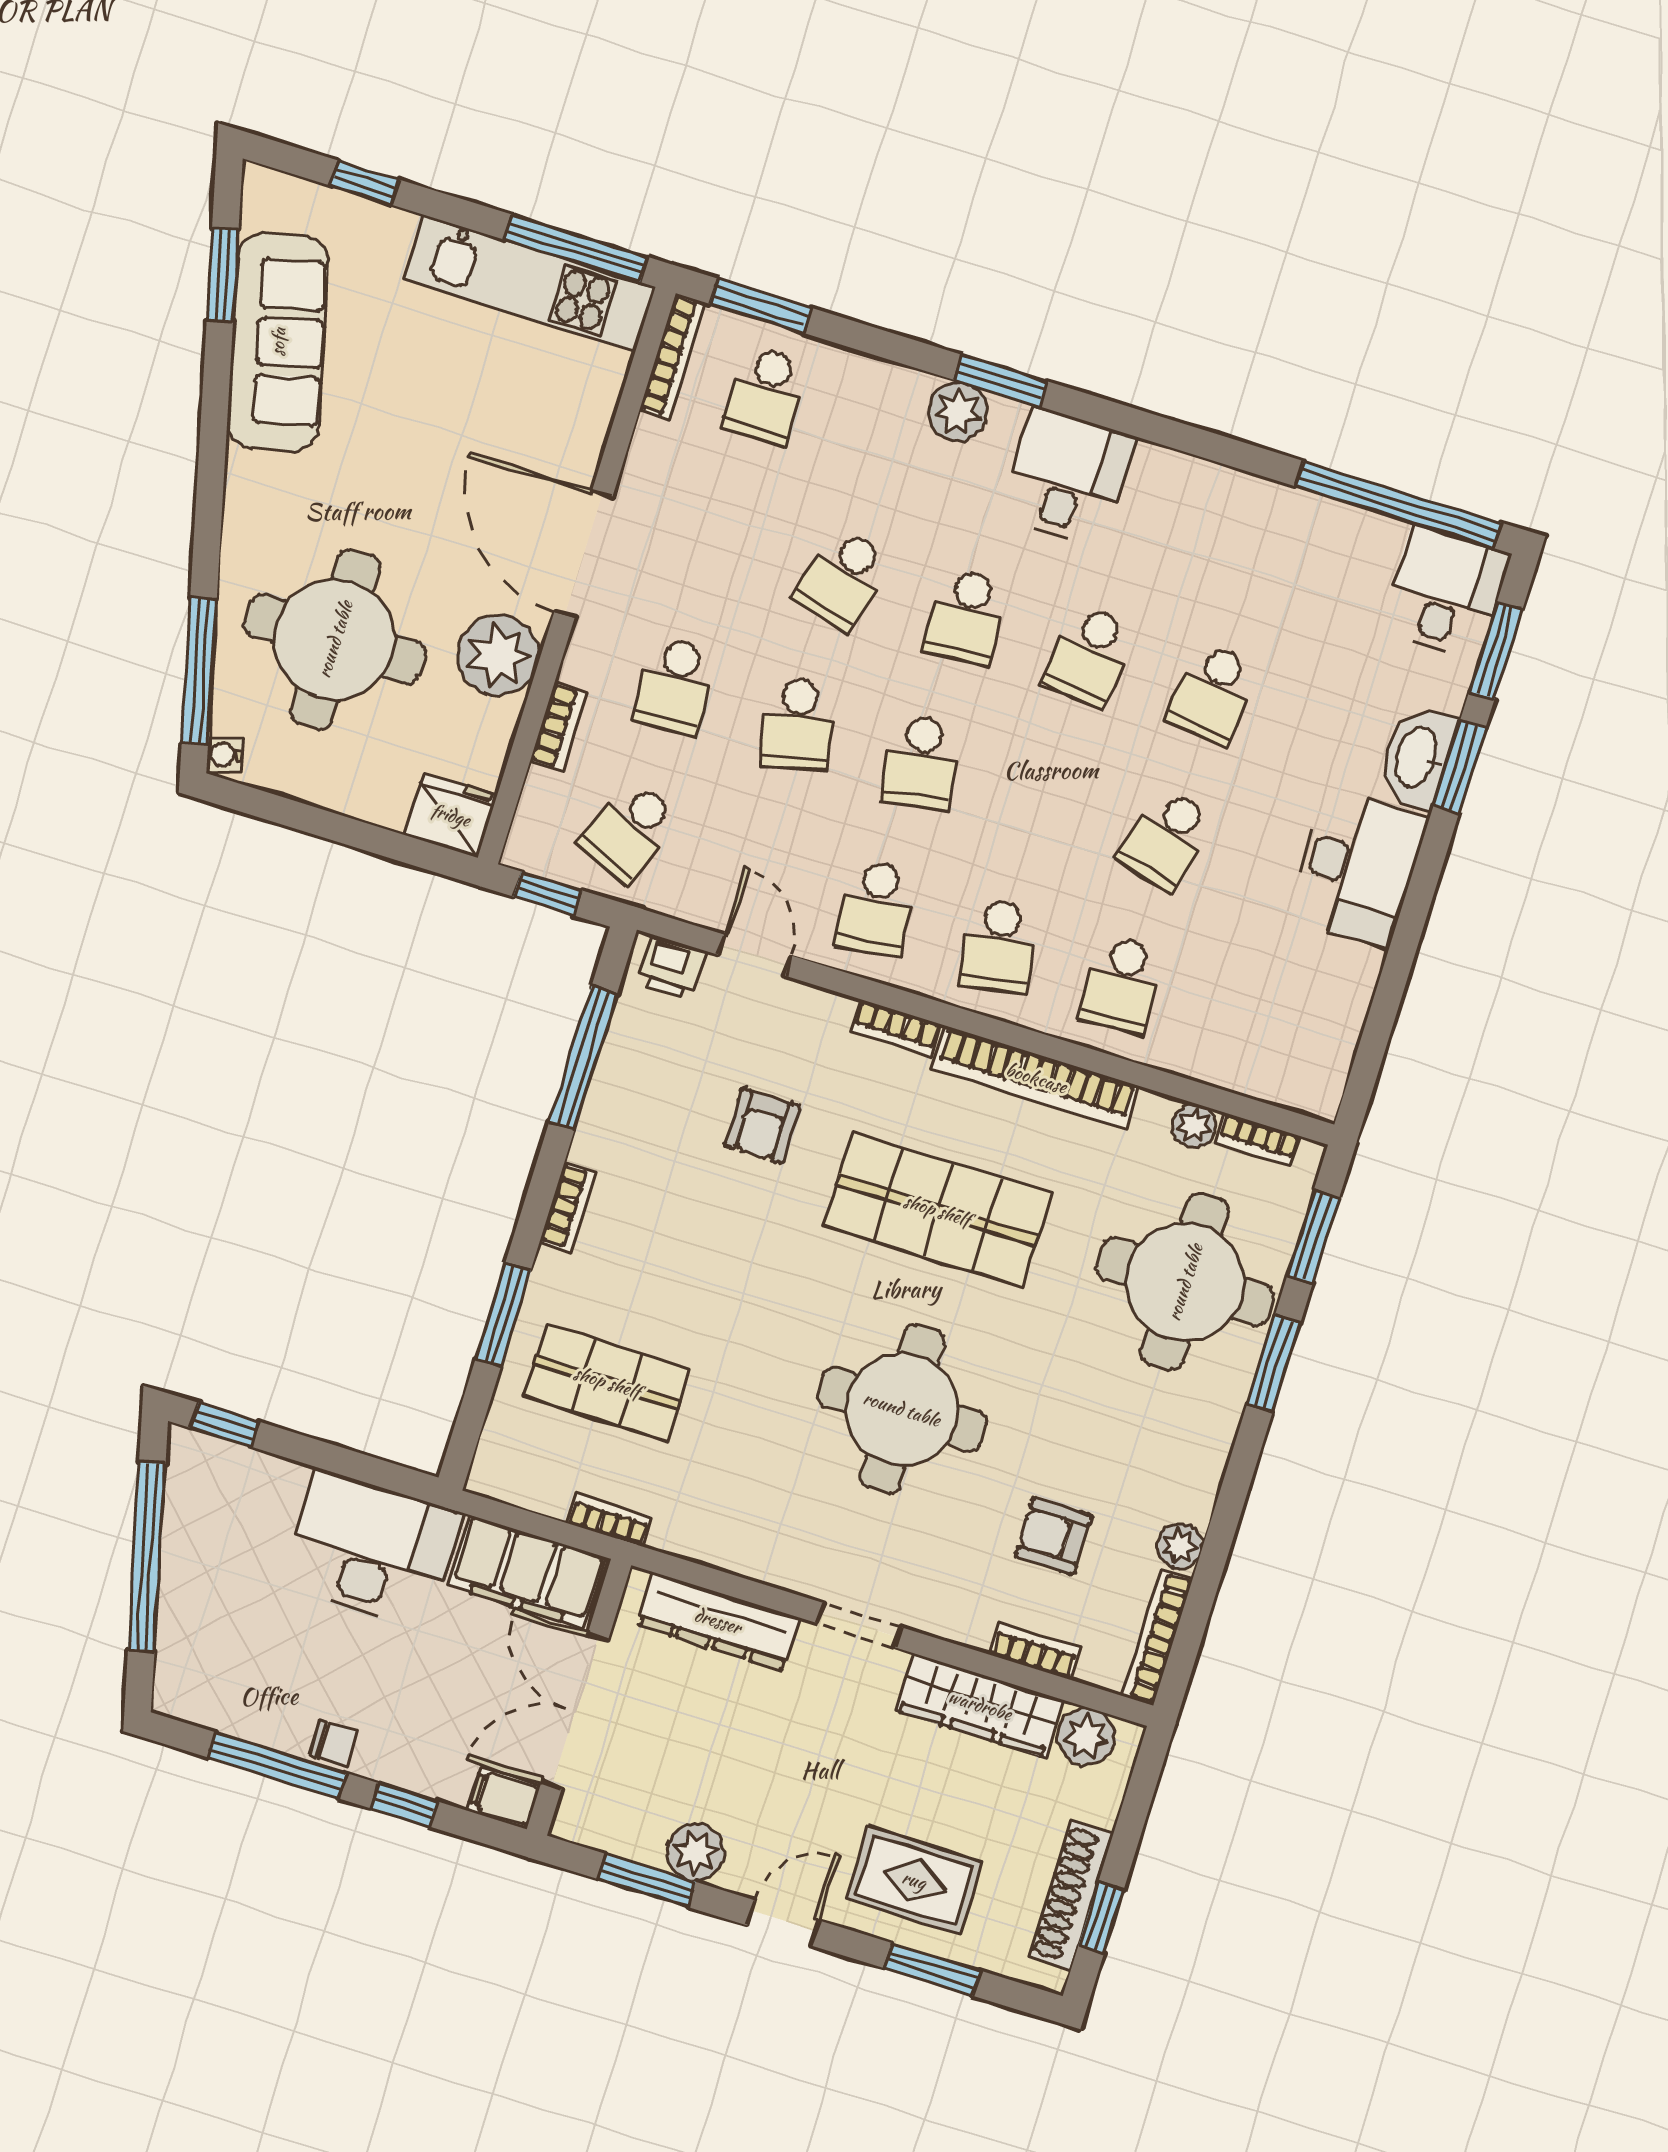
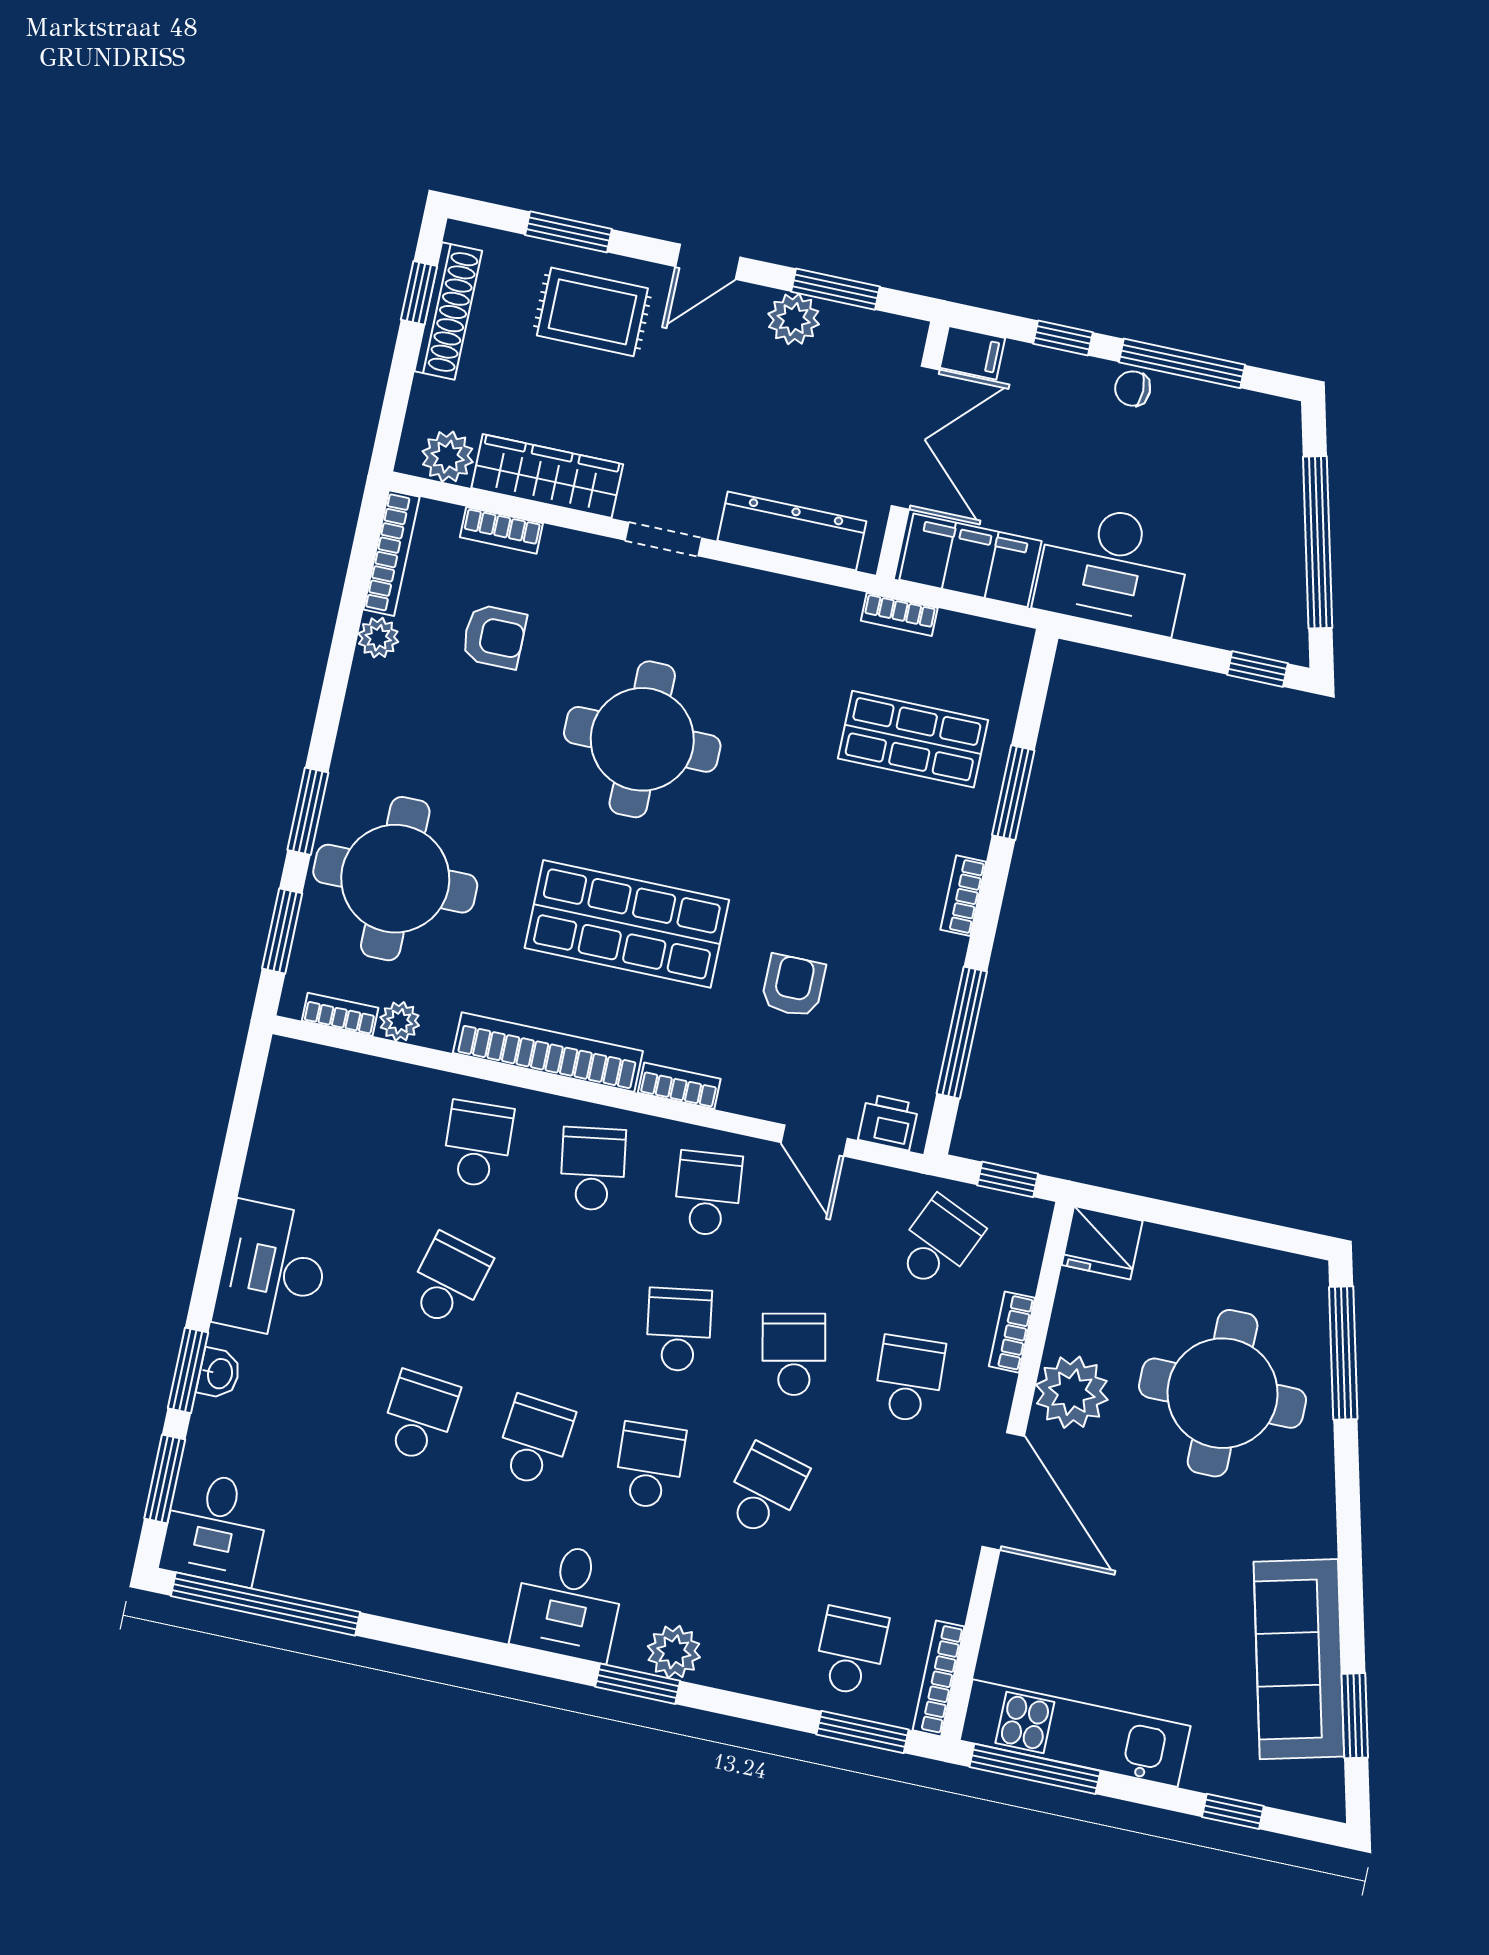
water cooler: (225, 755) -> (1313, 1279), removed
washbasin: (1417, 758) -> (219, 1373), width x0.52, depth x0.69

